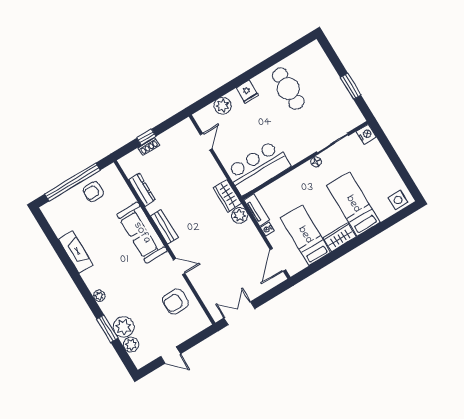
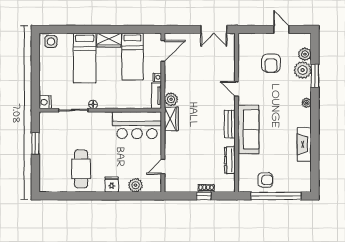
armchair: (175, 302) -> (271, 63), moved, turned 90

